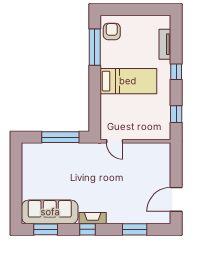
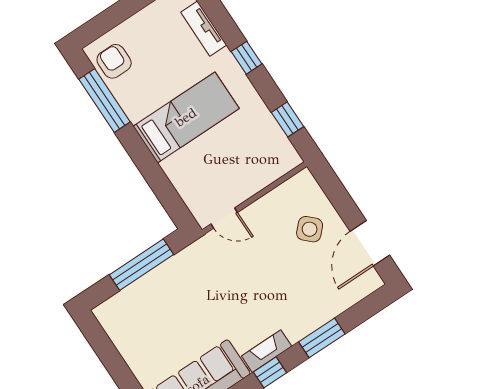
side table: (152, 174) -> (310, 229), added
window: (135, 229) -> (322, 338), moved

